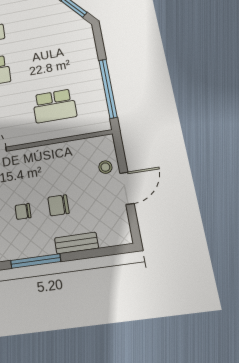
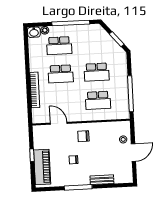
school desk: (47, 61) -> (97, 72), added
chair: (58, 205) -> (83, 136), moved

